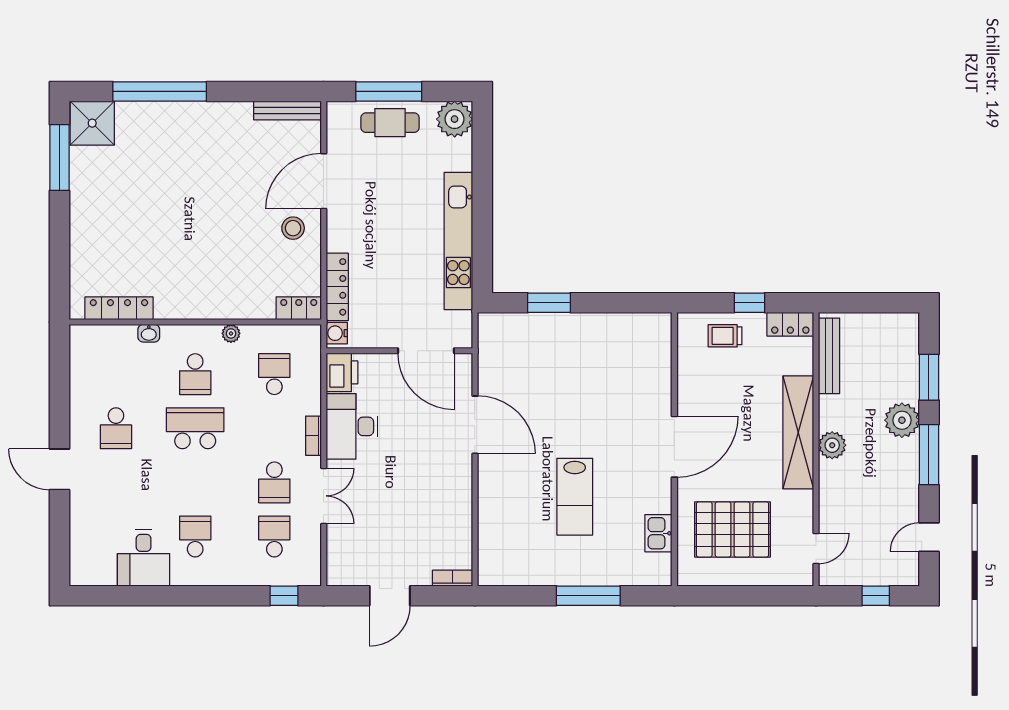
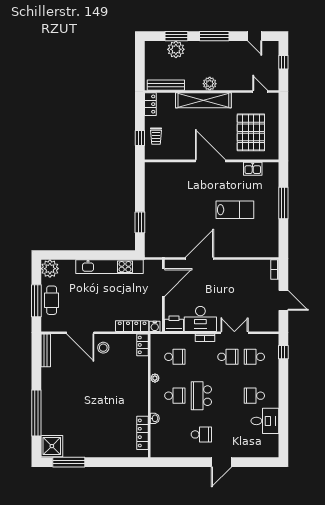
window: (750, 303) -> (140, 138), moved
school desk: (274, 374) -> (175, 357), turned 180
plant: (902, 420) -> (176, 49), moved

